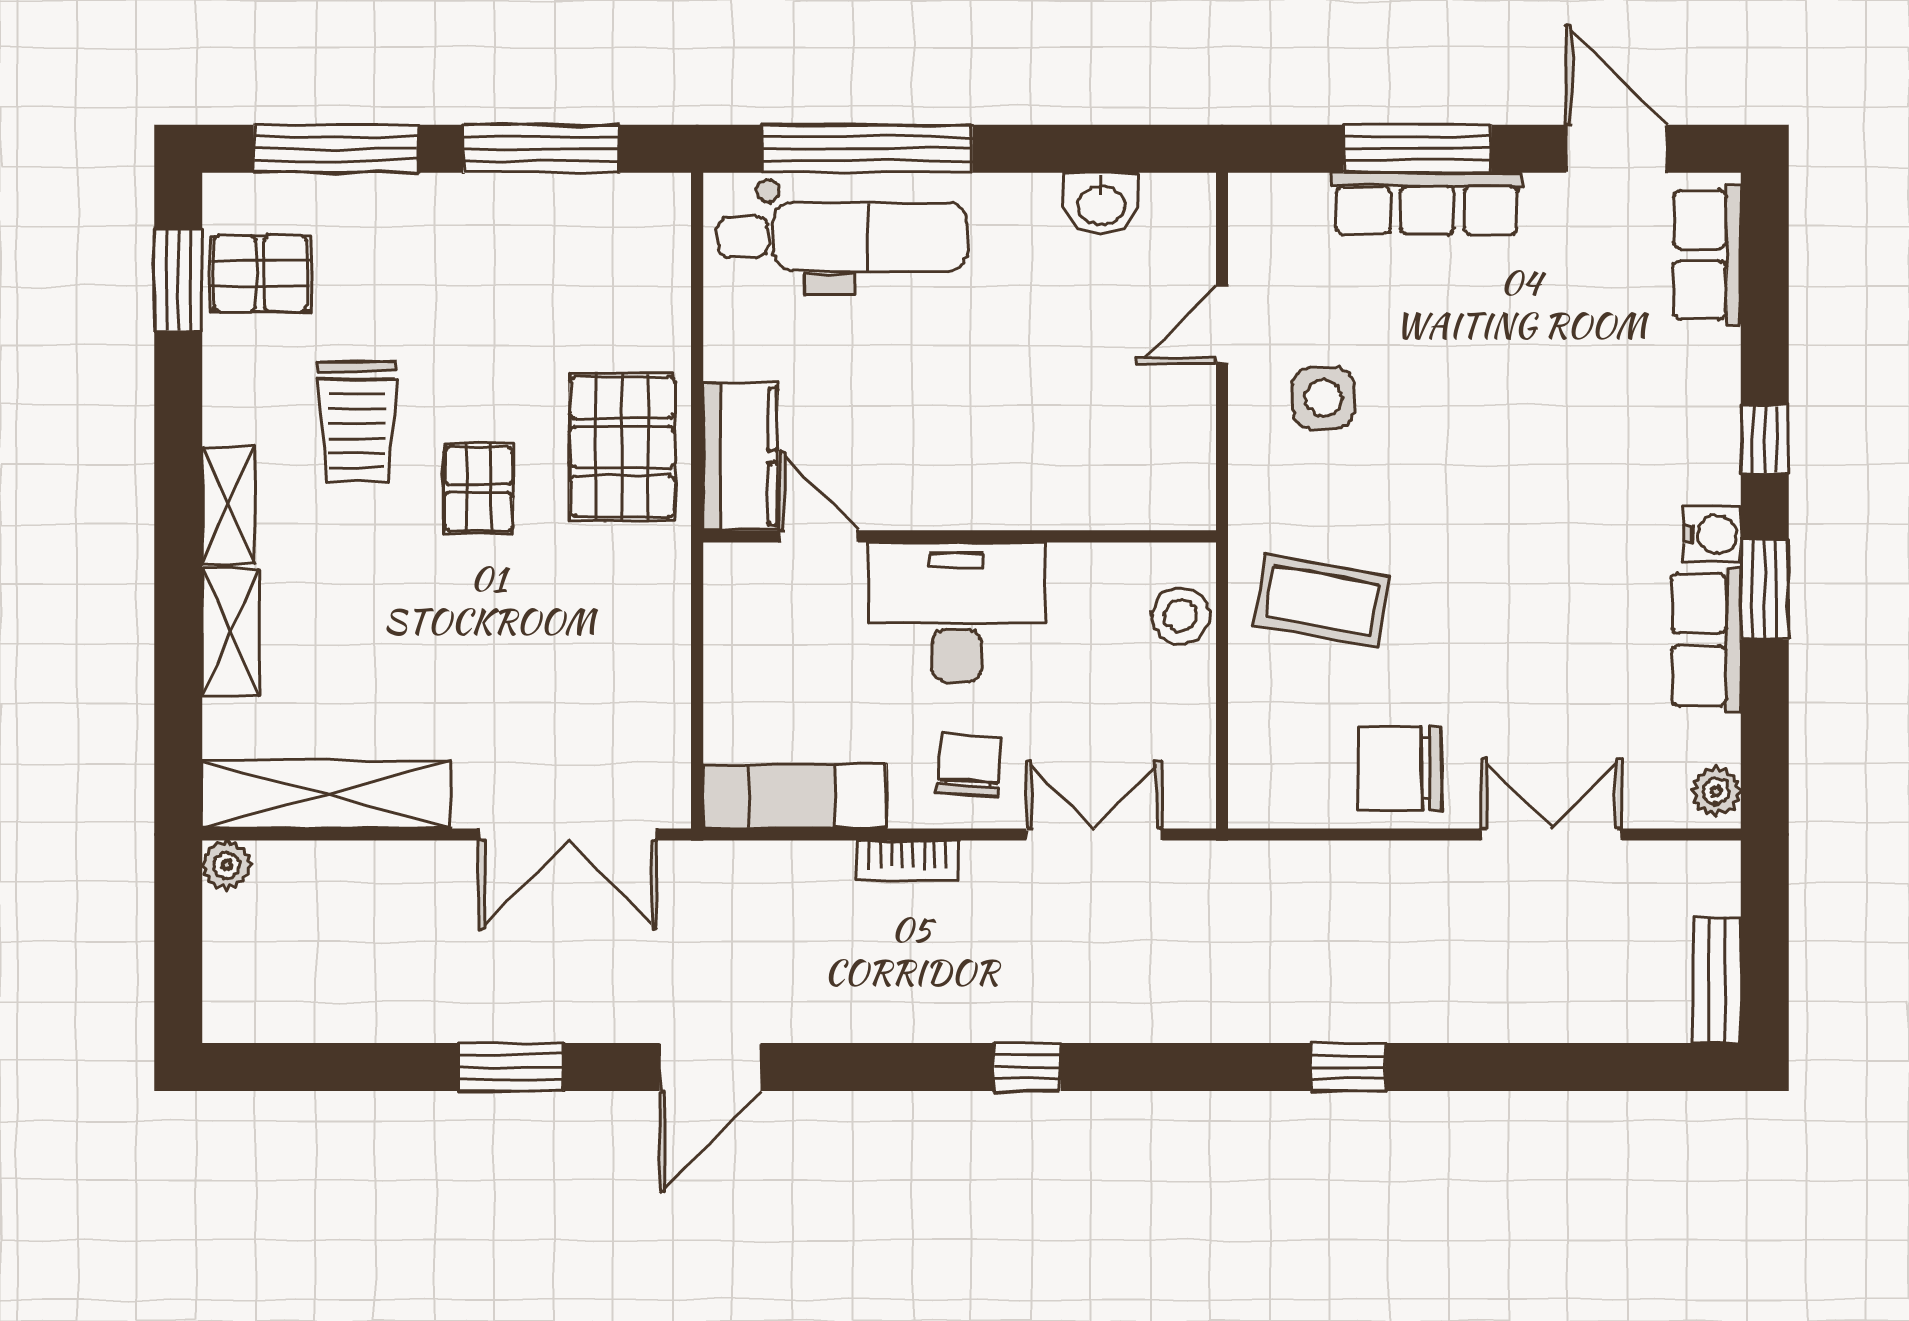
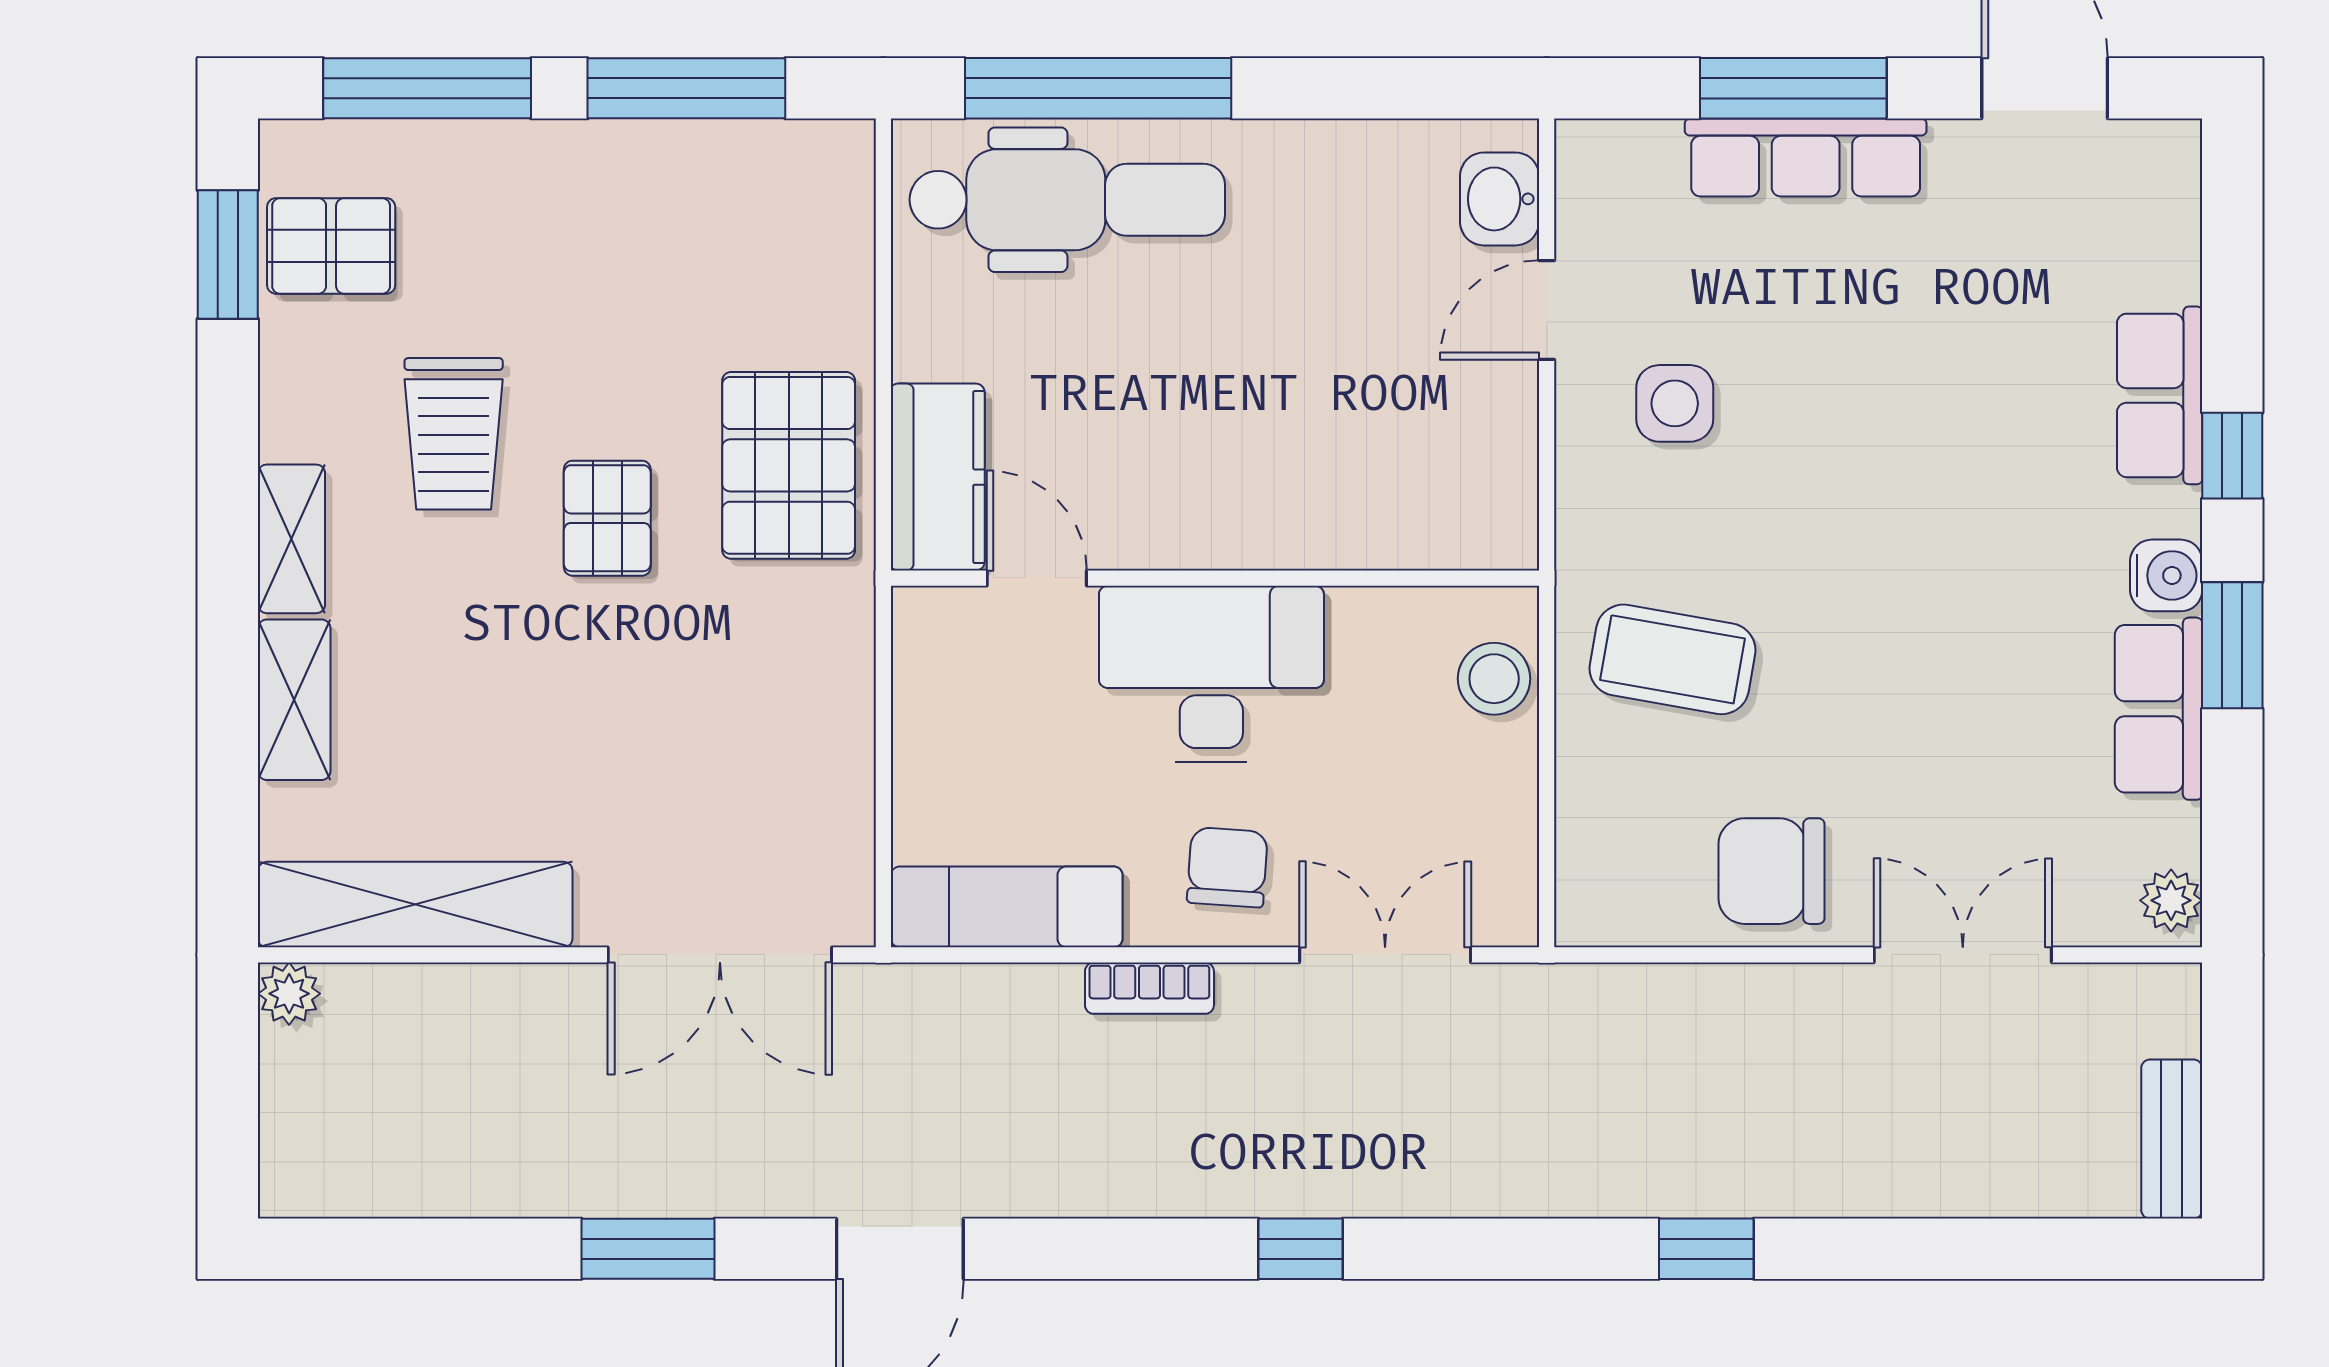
washbasin: (1101, 204) -> (1500, 199), moved, turned 90
row of seats: (1707, 255) -> (2160, 395), moved

